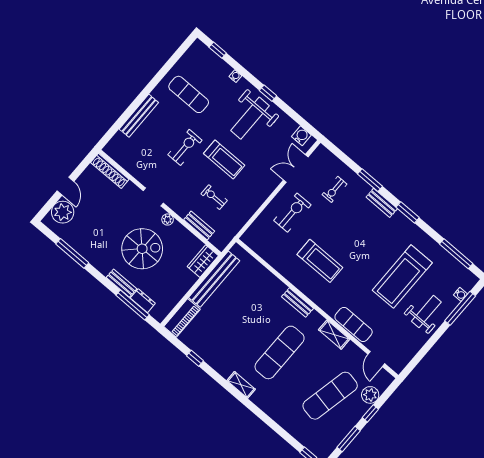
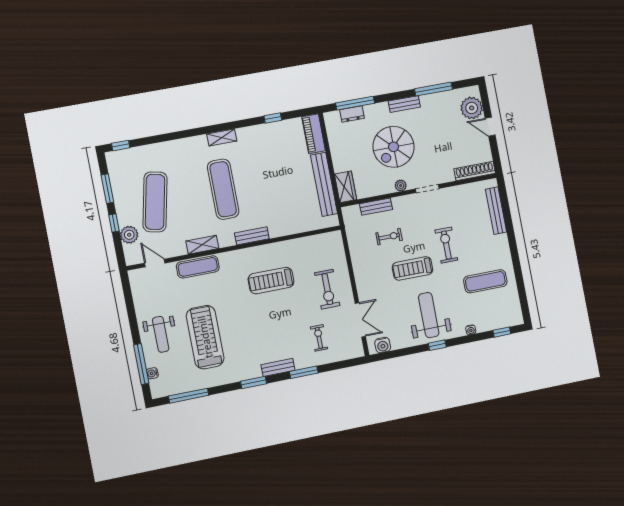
bench: (139, 116) -> (496, 211), moved
exercise bike: (185, 147) -> (446, 245), turned 180
bench: (121, 283) -> (404, 104), moved

